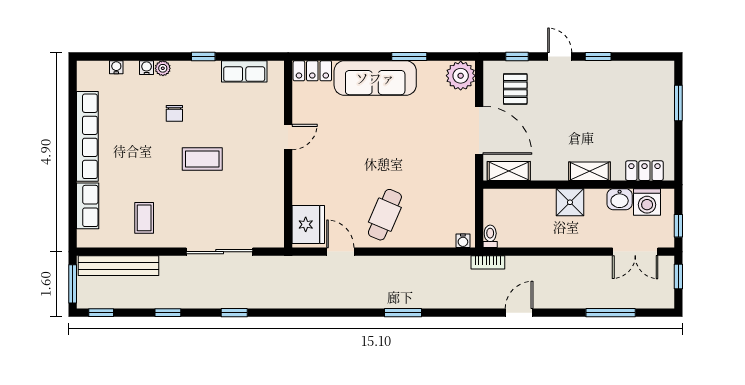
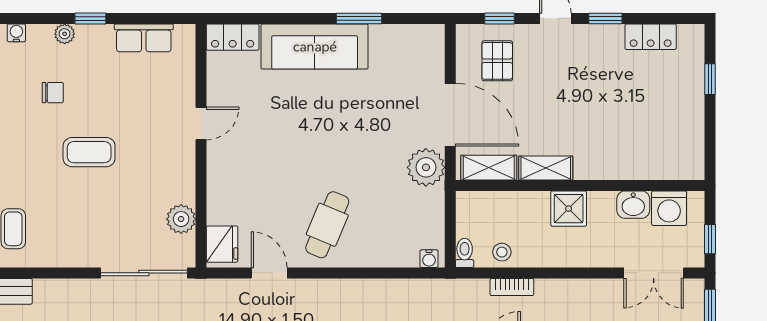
plant: (163, 68) -> (65, 34), moved
plant: (461, 76) -> (426, 167), moved
window: (678, 103) -> (710, 79), width x0.67
chair: (174, 113) -> (53, 93), turned -90
shelving: (589, 171) -> (546, 168), moved
locker: (644, 171) -> (651, 37), moved, turned 180
plant: (273, 210) -> (181, 219), added
fridge: (308, 224) -> (222, 244), width x0.73, depth x0.75
stool: (519, 236) -> (502, 252), added
sliding door: (220, 252) -> (144, 273), moved
bookcase: (488, 262) -> (512, 287), moved

